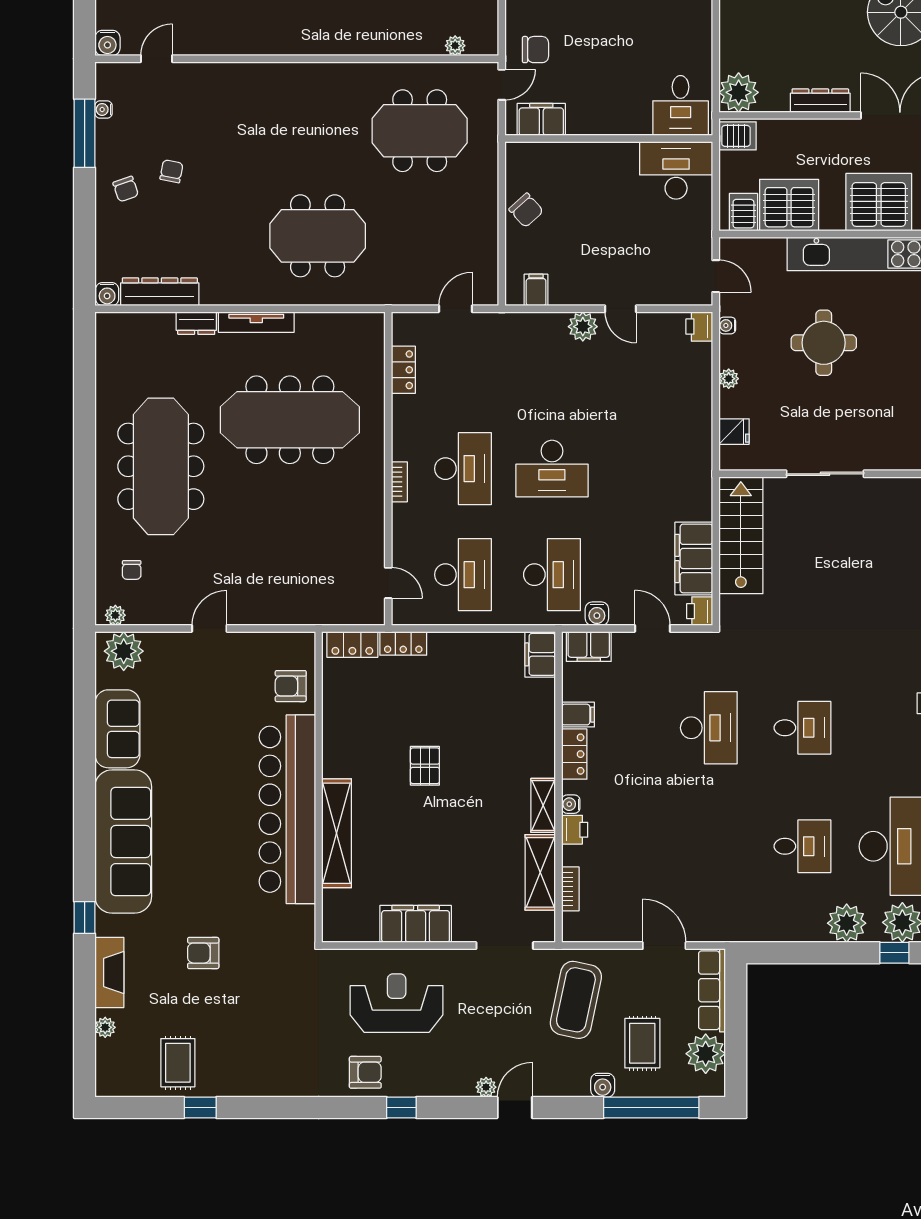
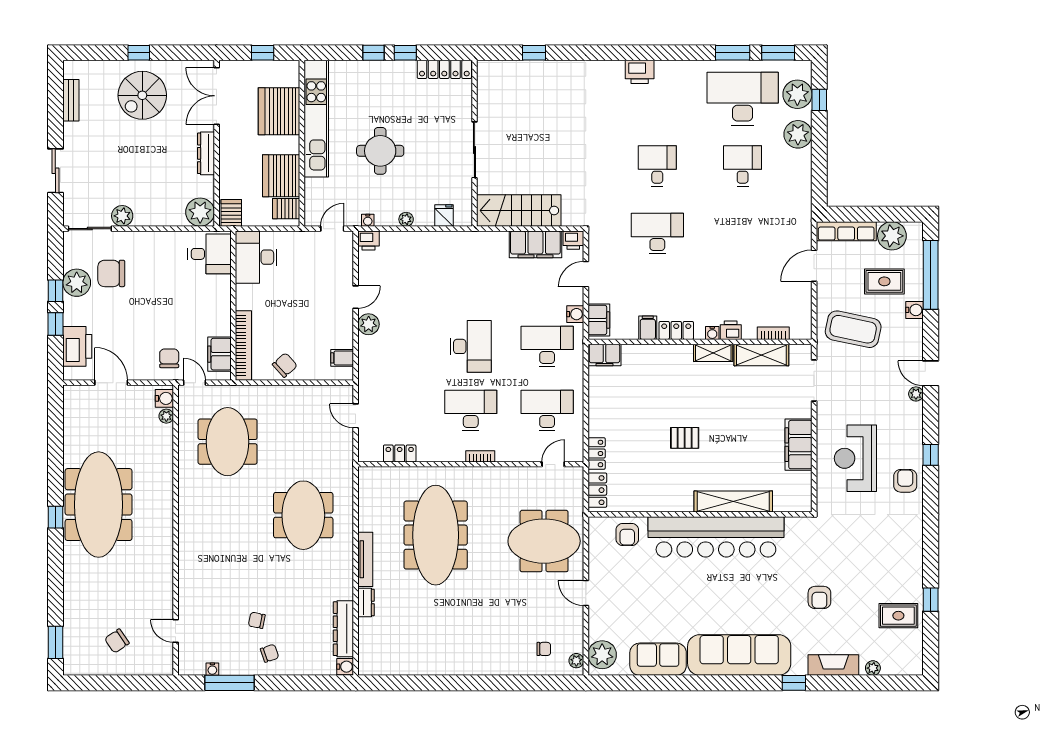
water cooler: (107, 43) -> (164, 398), moved
bookcase: (553, 153) -> (243, 345), added
meeting table: (161, 466) -> (544, 541), moved, width x0.73

